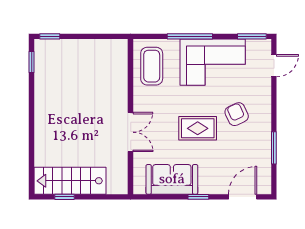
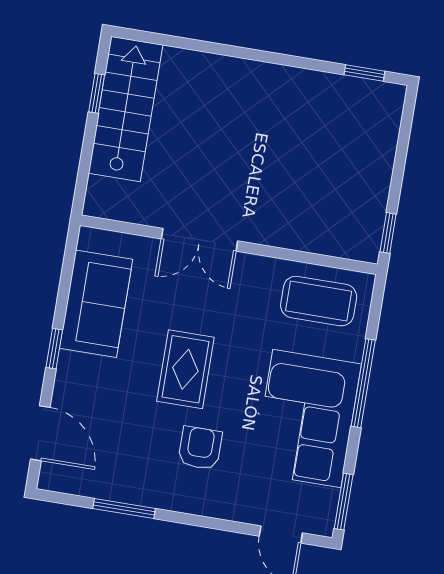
window: (50, 36) -> (388, 233), moved
armchair: (237, 114) -> (200, 448), turned -65

